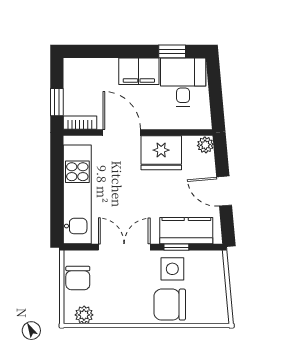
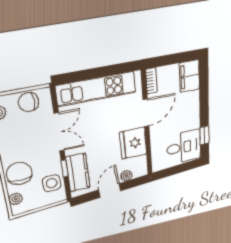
filing cabinet: (139, 71) -> (189, 76), moved
window: (57, 102) -> (166, 60), removed
plant: (205, 145) -> (126, 176), moved
side table: (172, 269) -> (52, 183), moved
plant: (205, 315) -> (16, 199), added

